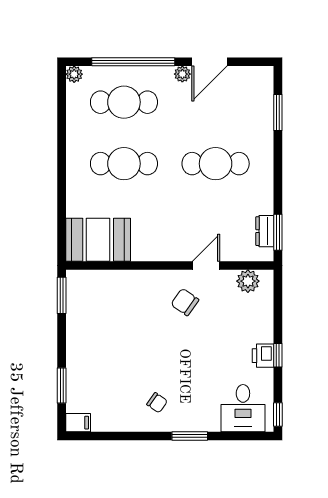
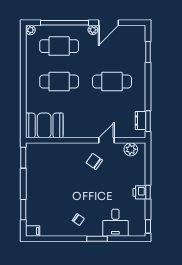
desk: (243, 408) -> (115, 223), moved

